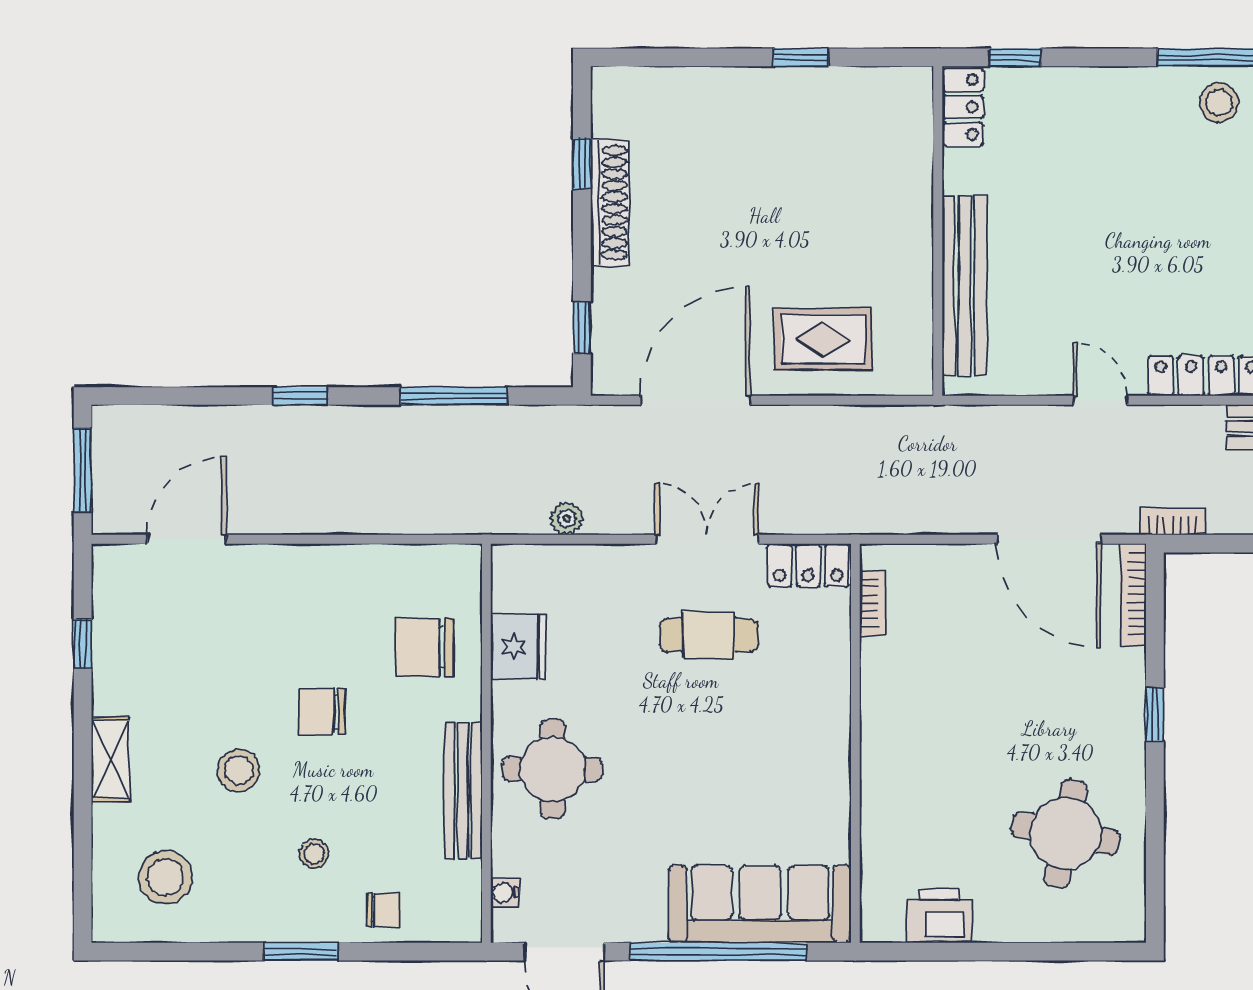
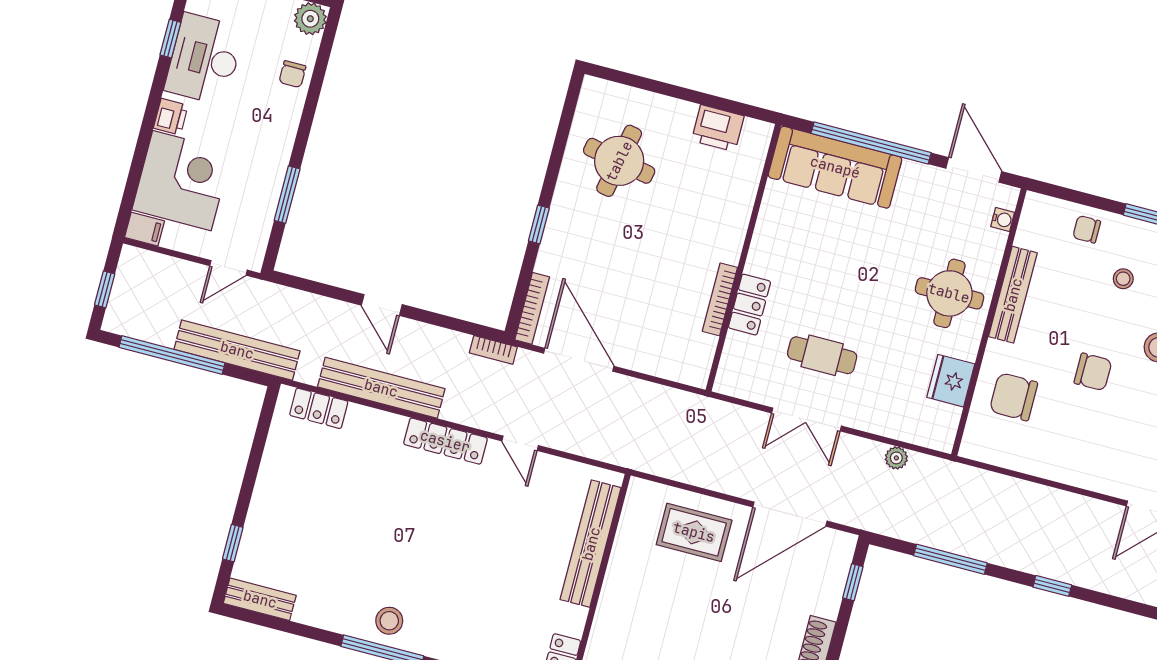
locker: (808, 565) -> (750, 305), moved, turned 90
bookcase: (873, 603) -> (720, 299), moved, width x1.56
chair: (424, 648) -> (1014, 397), turned 180

